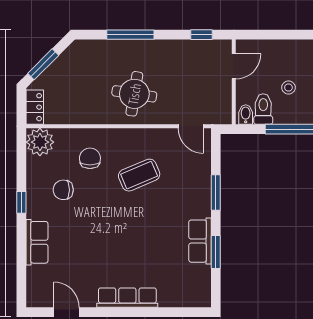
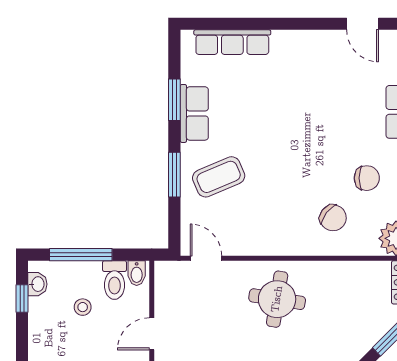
chair: (90, 158) -> (333, 218), turned -52
coffee table: (139, 175) -> (219, 177), moved
row of seats: (127, 298) -> (232, 42), moved

